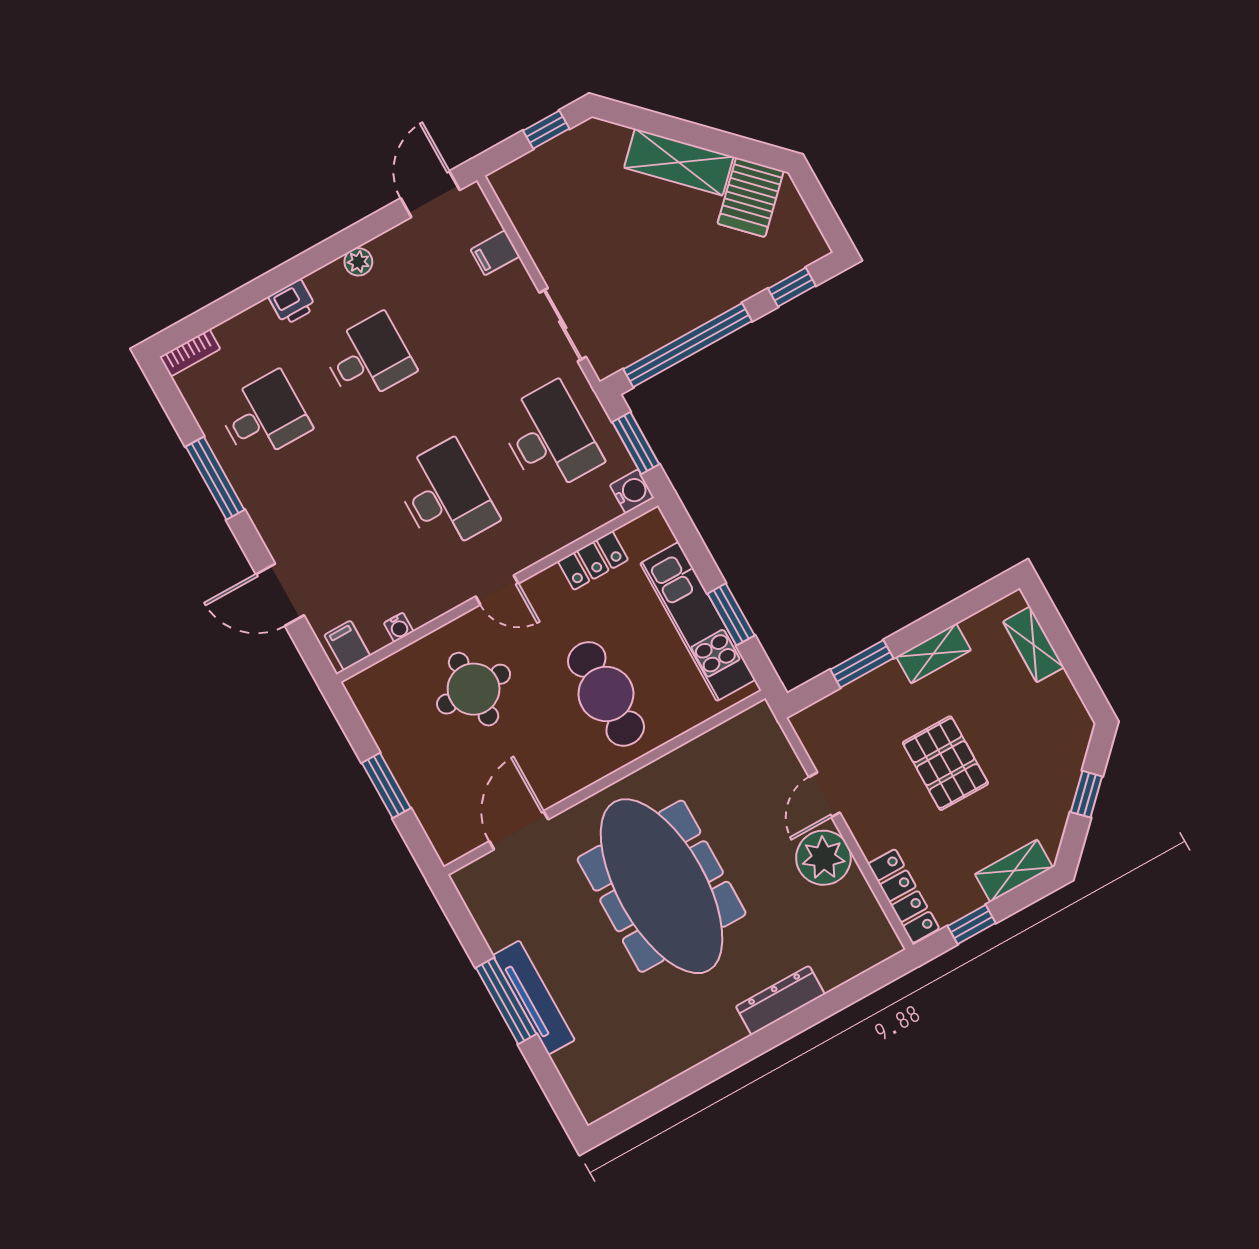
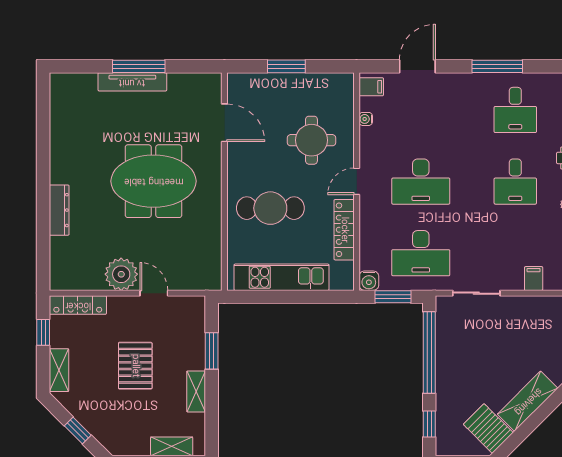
locker: (593, 561) -> (344, 230), width x1.53
window: (731, 614) -> (276, 297), removed
pallet: (945, 763) -> (135, 366), turned 90
meeting table: (662, 886) -> (154, 181), width x0.73

